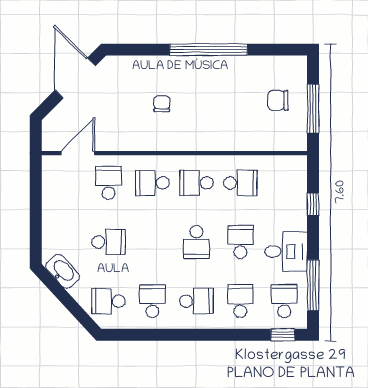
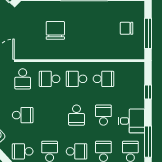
chair: (162, 104) -> (55, 30), width x1.87, depth x1.87
school desk: (108, 183) -> (23, 79), turned 180

